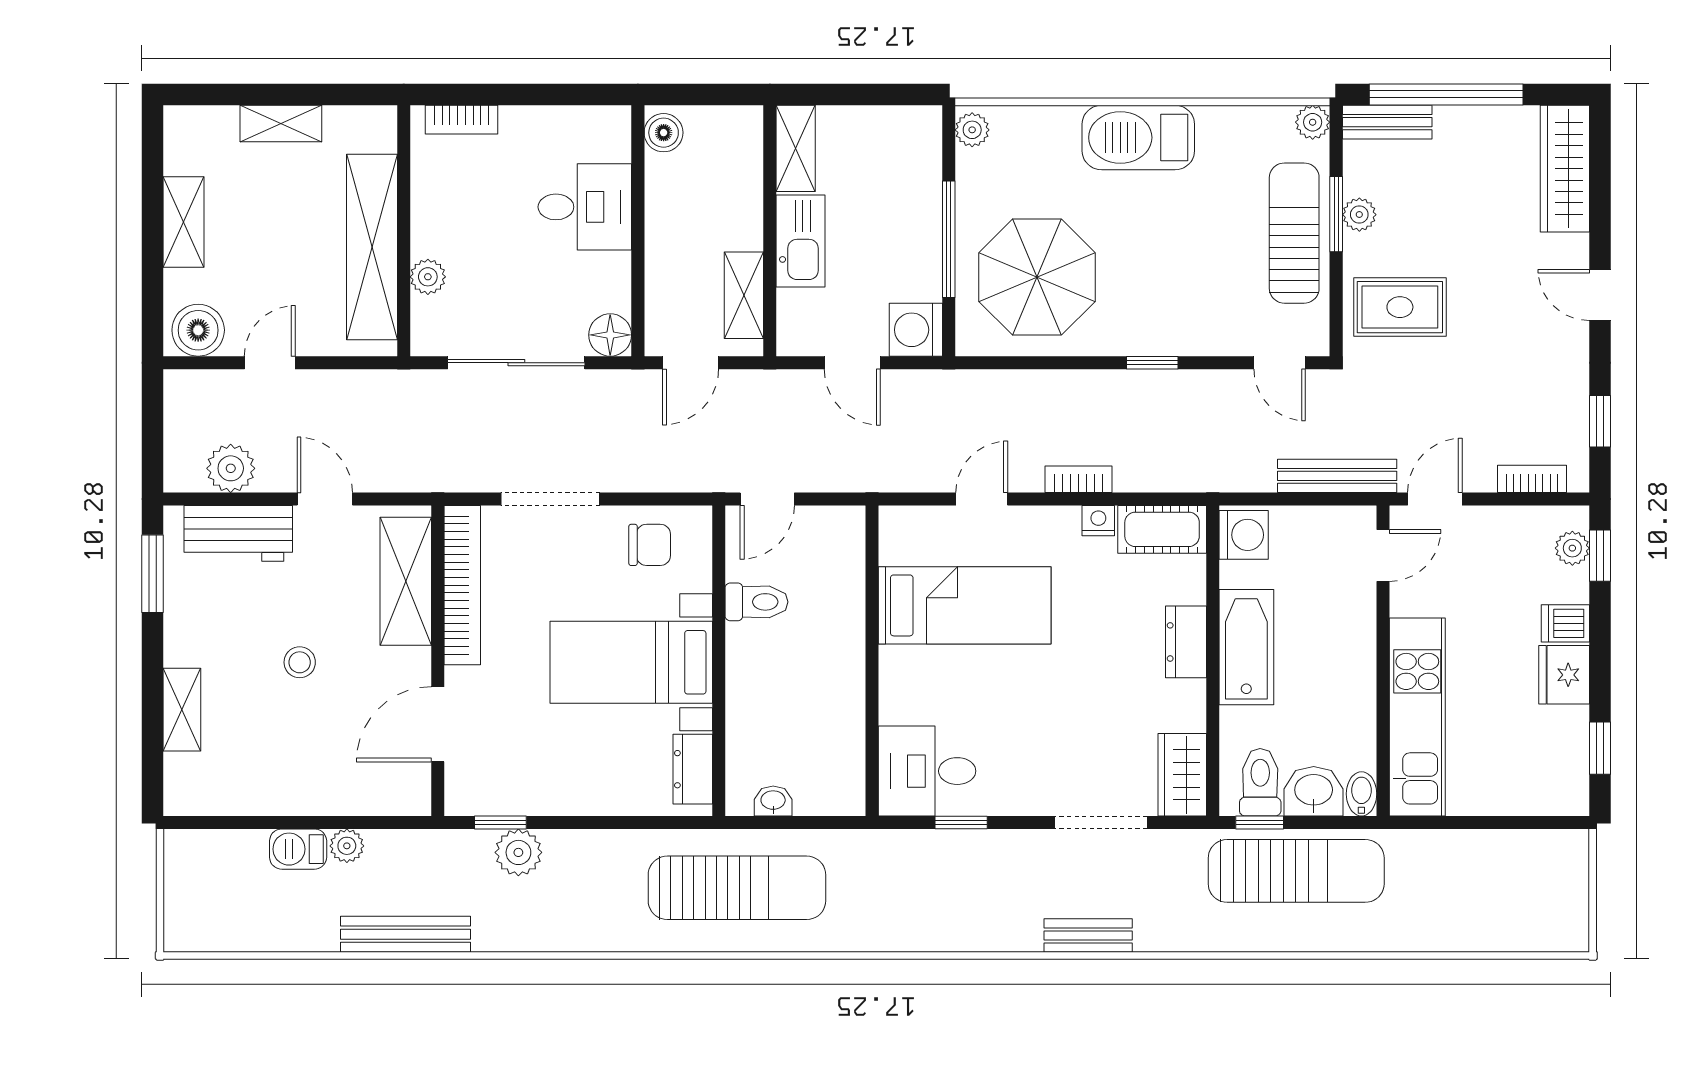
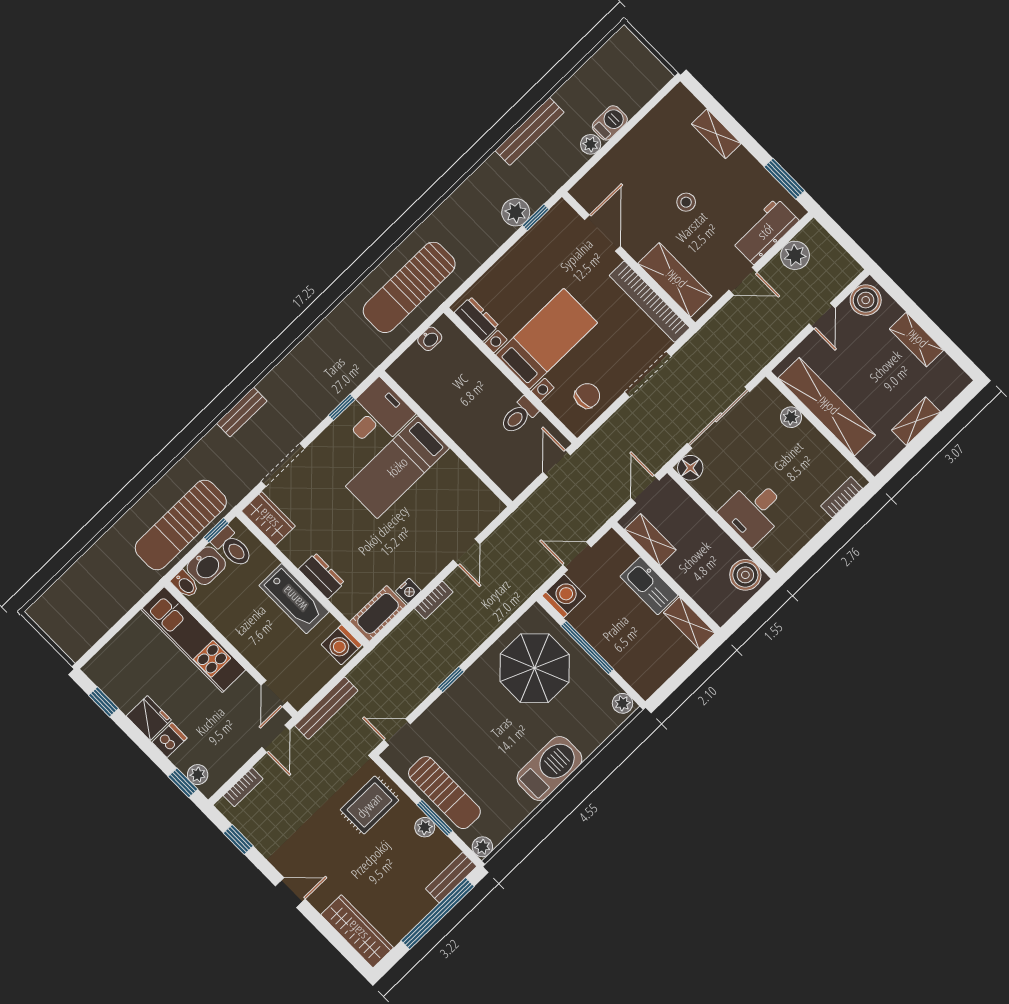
boiler: (664, 133) -> (745, 575), width x1.36, depth x1.36
chair: (650, 545) -> (587, 396), turned 180
bed: (965, 605) -> (397, 467), moved

